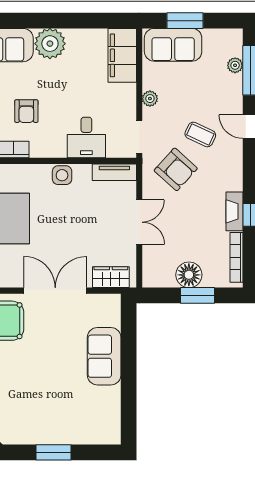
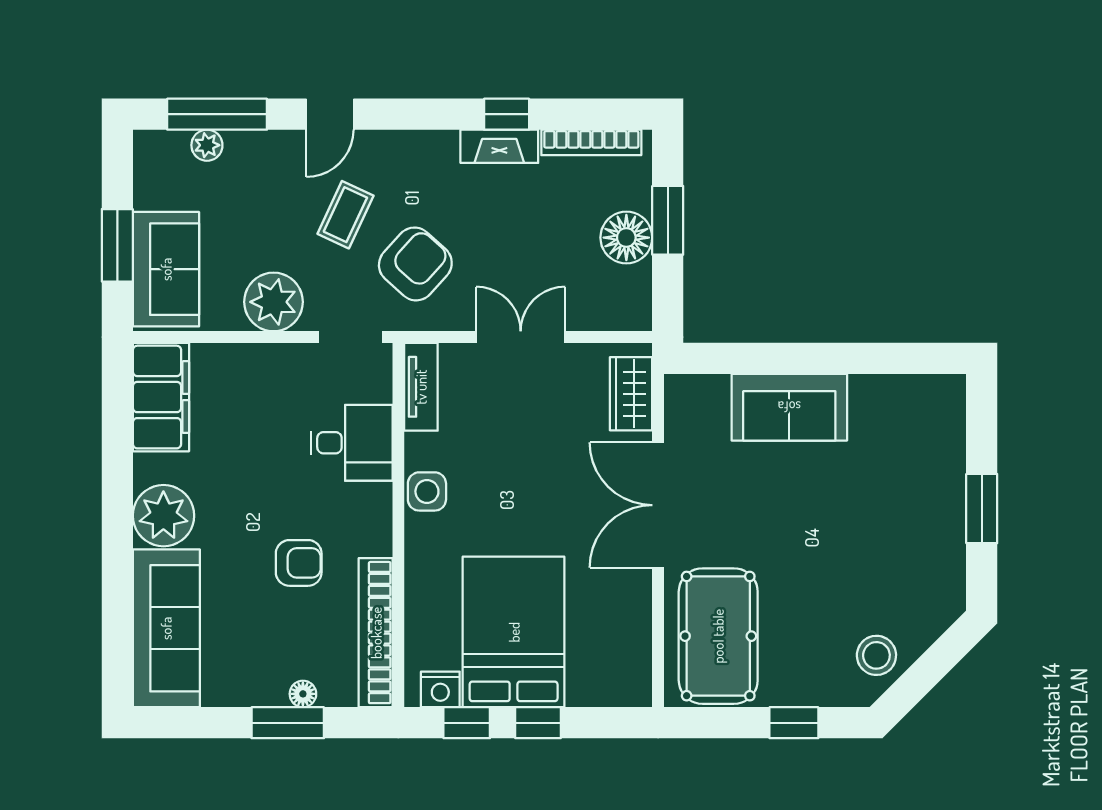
filing cabinet: (122, 55) -> (161, 397), moved, turned -90
plant: (150, 99) -> (274, 302), width x1.88, depth x1.88

